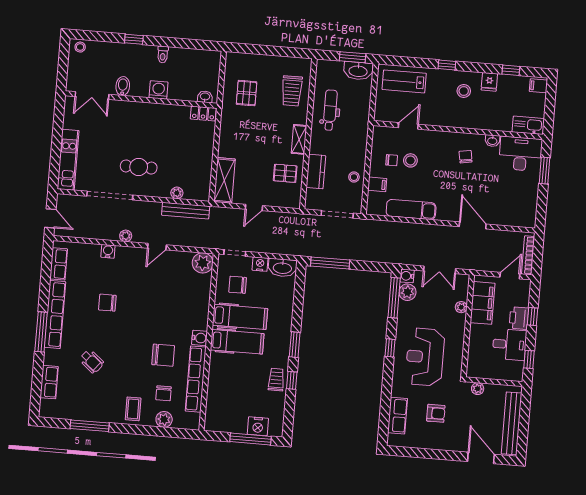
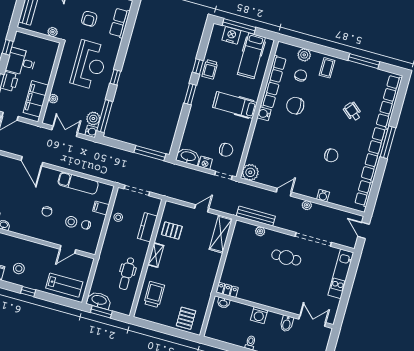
pallet: (247, 93) -> (186, 318), moved
chair: (466, 157) -> (47, 211), moved
hospital bed: (240, 317) -> (251, 56), moved, turned -90
row of seats: (49, 382) -> (389, 102), width x2.02
armchair: (436, 413) -> (89, 19), turned -90

